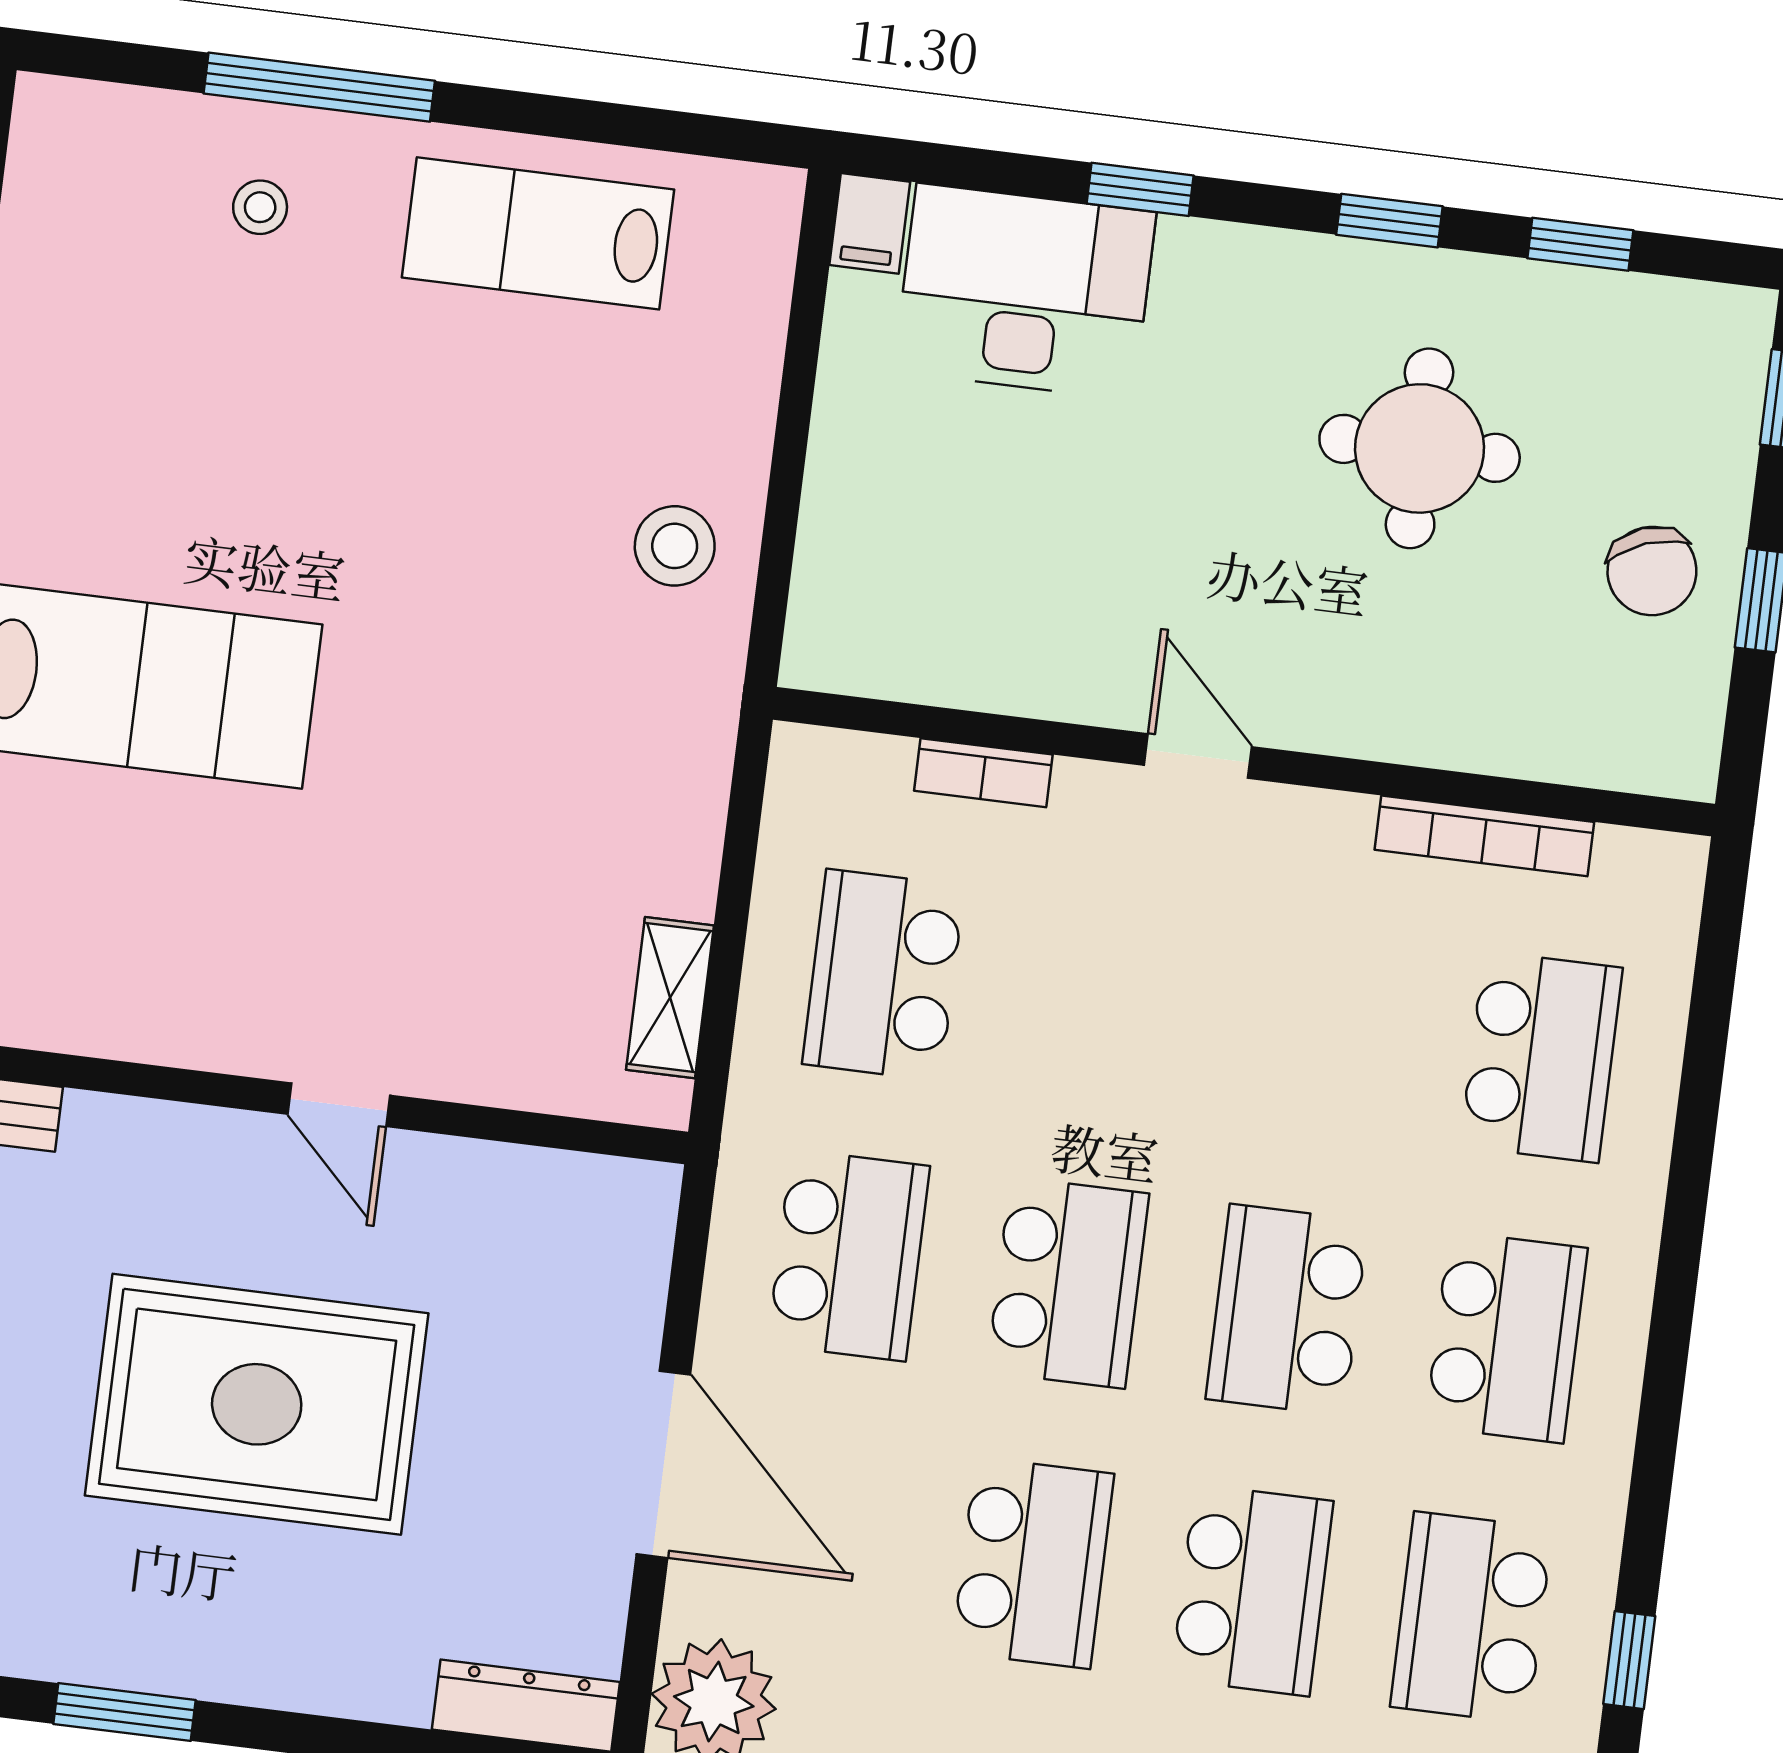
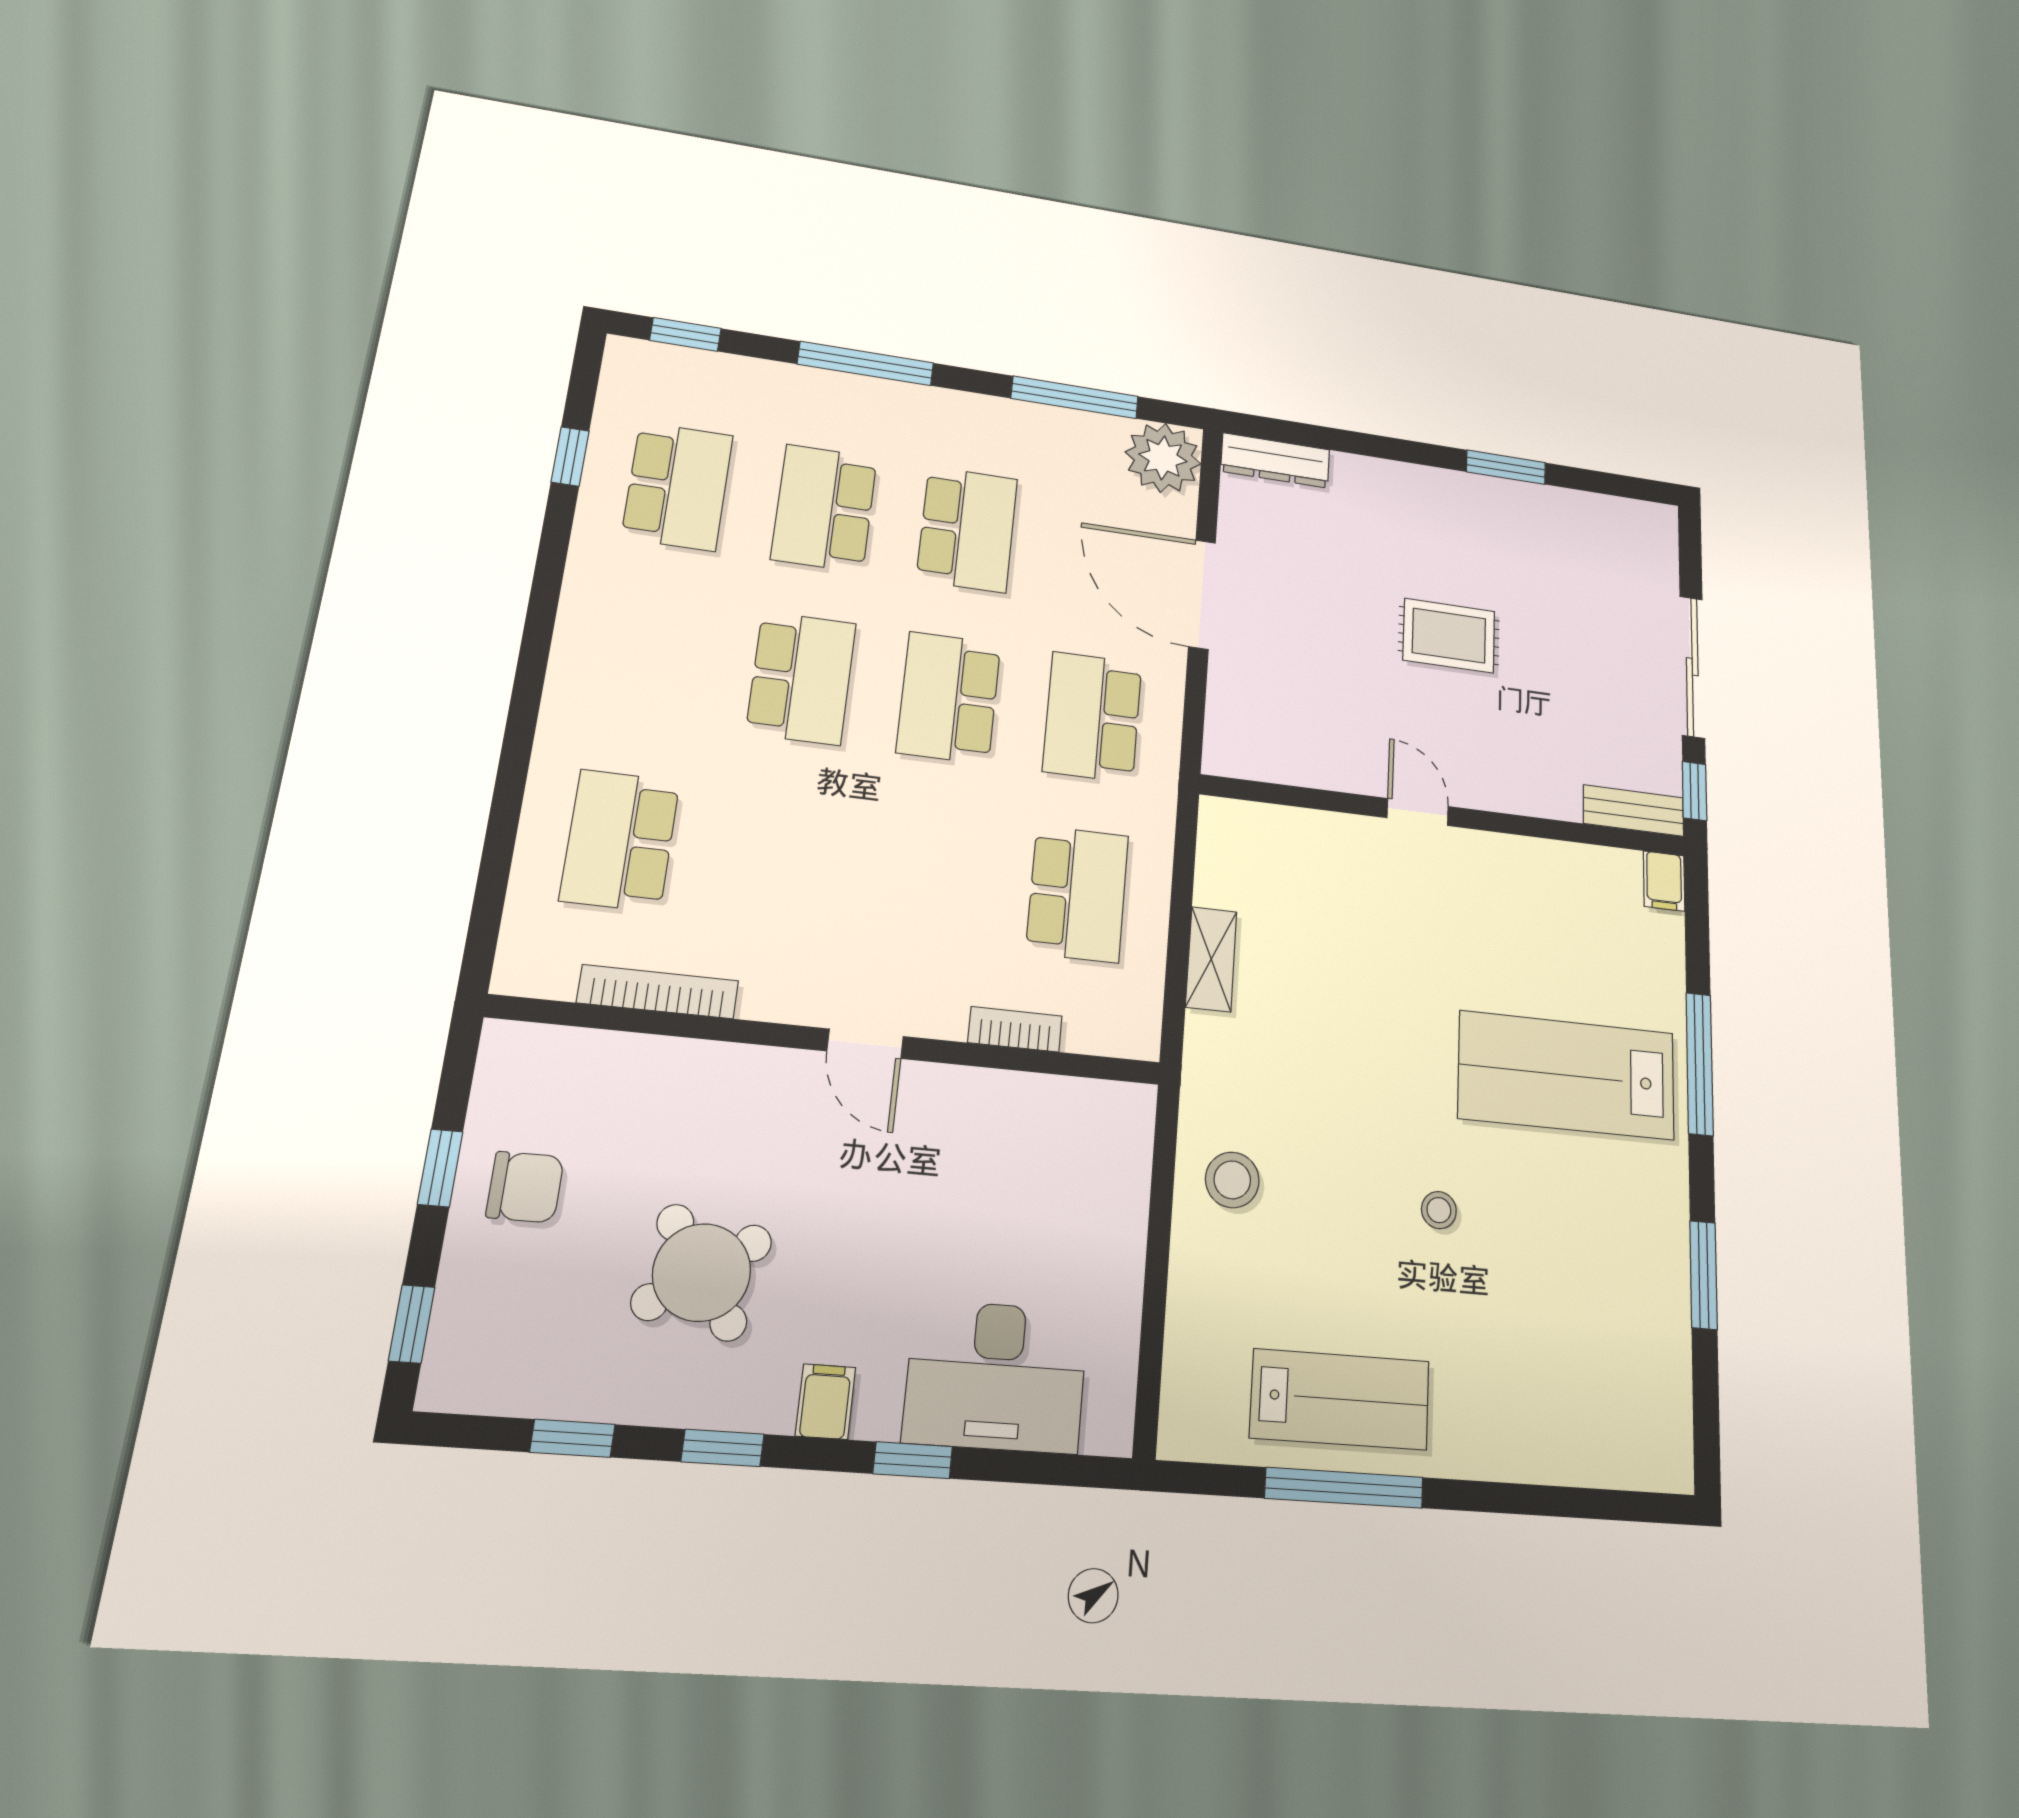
window: (319, 87) -> (1344, 1488), moved
stool: (260, 207) -> (1439, 1210), moved
filing cabinet: (870, 223) -> (825, 1402), moved
round table: (1420, 448) -> (702, 1272), turned -35
chair: (1652, 571) -> (525, 1187), turned 110
shelving: (670, 998) -> (1211, 959), moved
school desk: (1506, 1337) -> (650, 658), removed
rug: (257, 1404) -> (1449, 636), width x0.54, depth x0.49
school desk: (1033, 1563) -> (967, 529), turned 180

